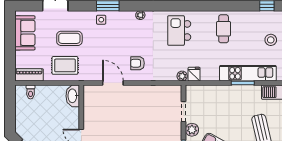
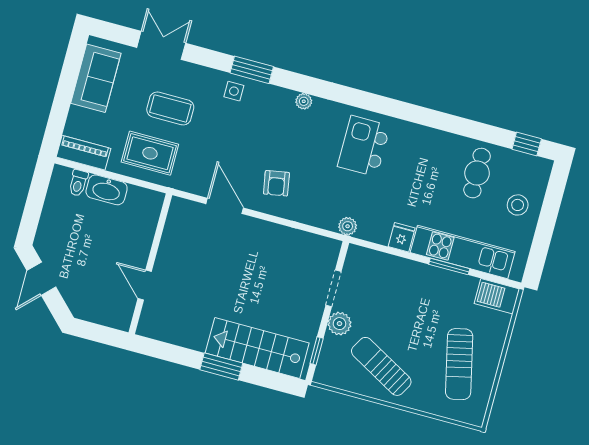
cafe table: (224, 29) -> (477, 173), moved
armchair: (138, 63) -> (276, 183), turned -100
fridge: (194, 74) -> (402, 237), moved
washbasin: (73, 96) -> (107, 190), moved, turned -90

